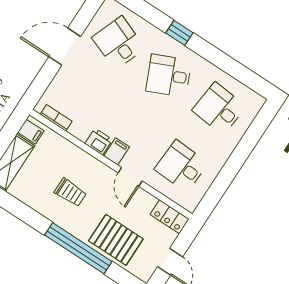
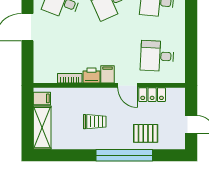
bookcase: (56, 118) -> (70, 78), moved
locker: (170, 217) -> (152, 95), moved
pallet: (116, 240) -> (146, 133), width x0.67, depth x0.71

